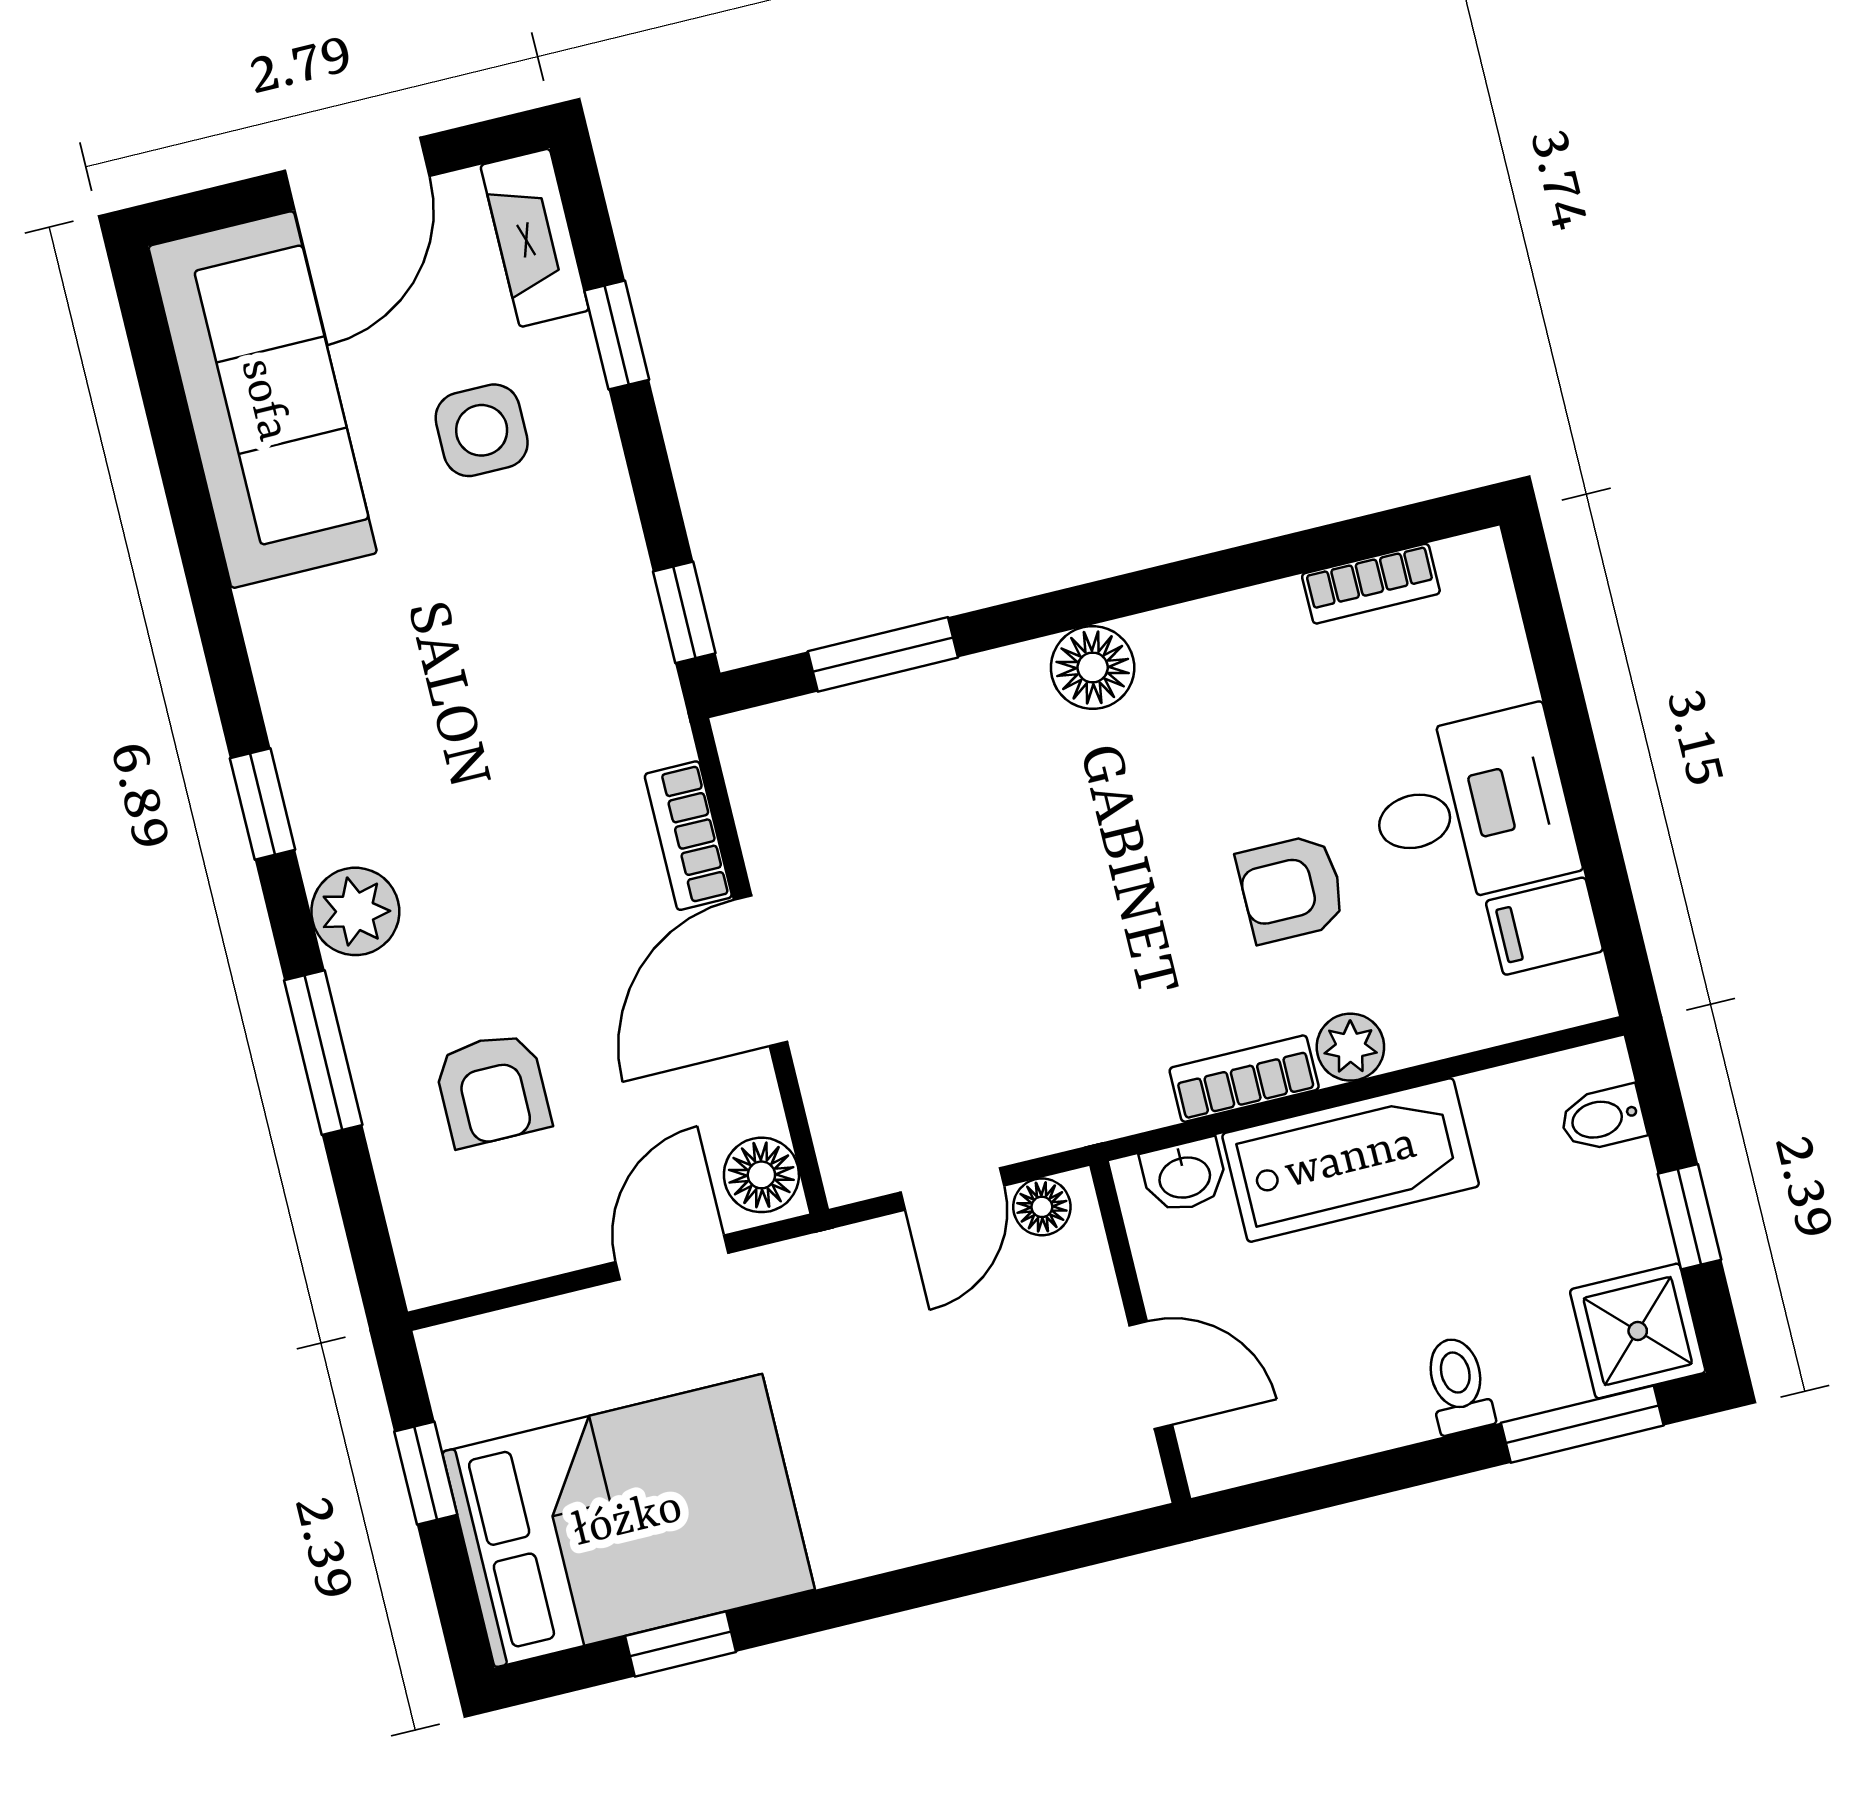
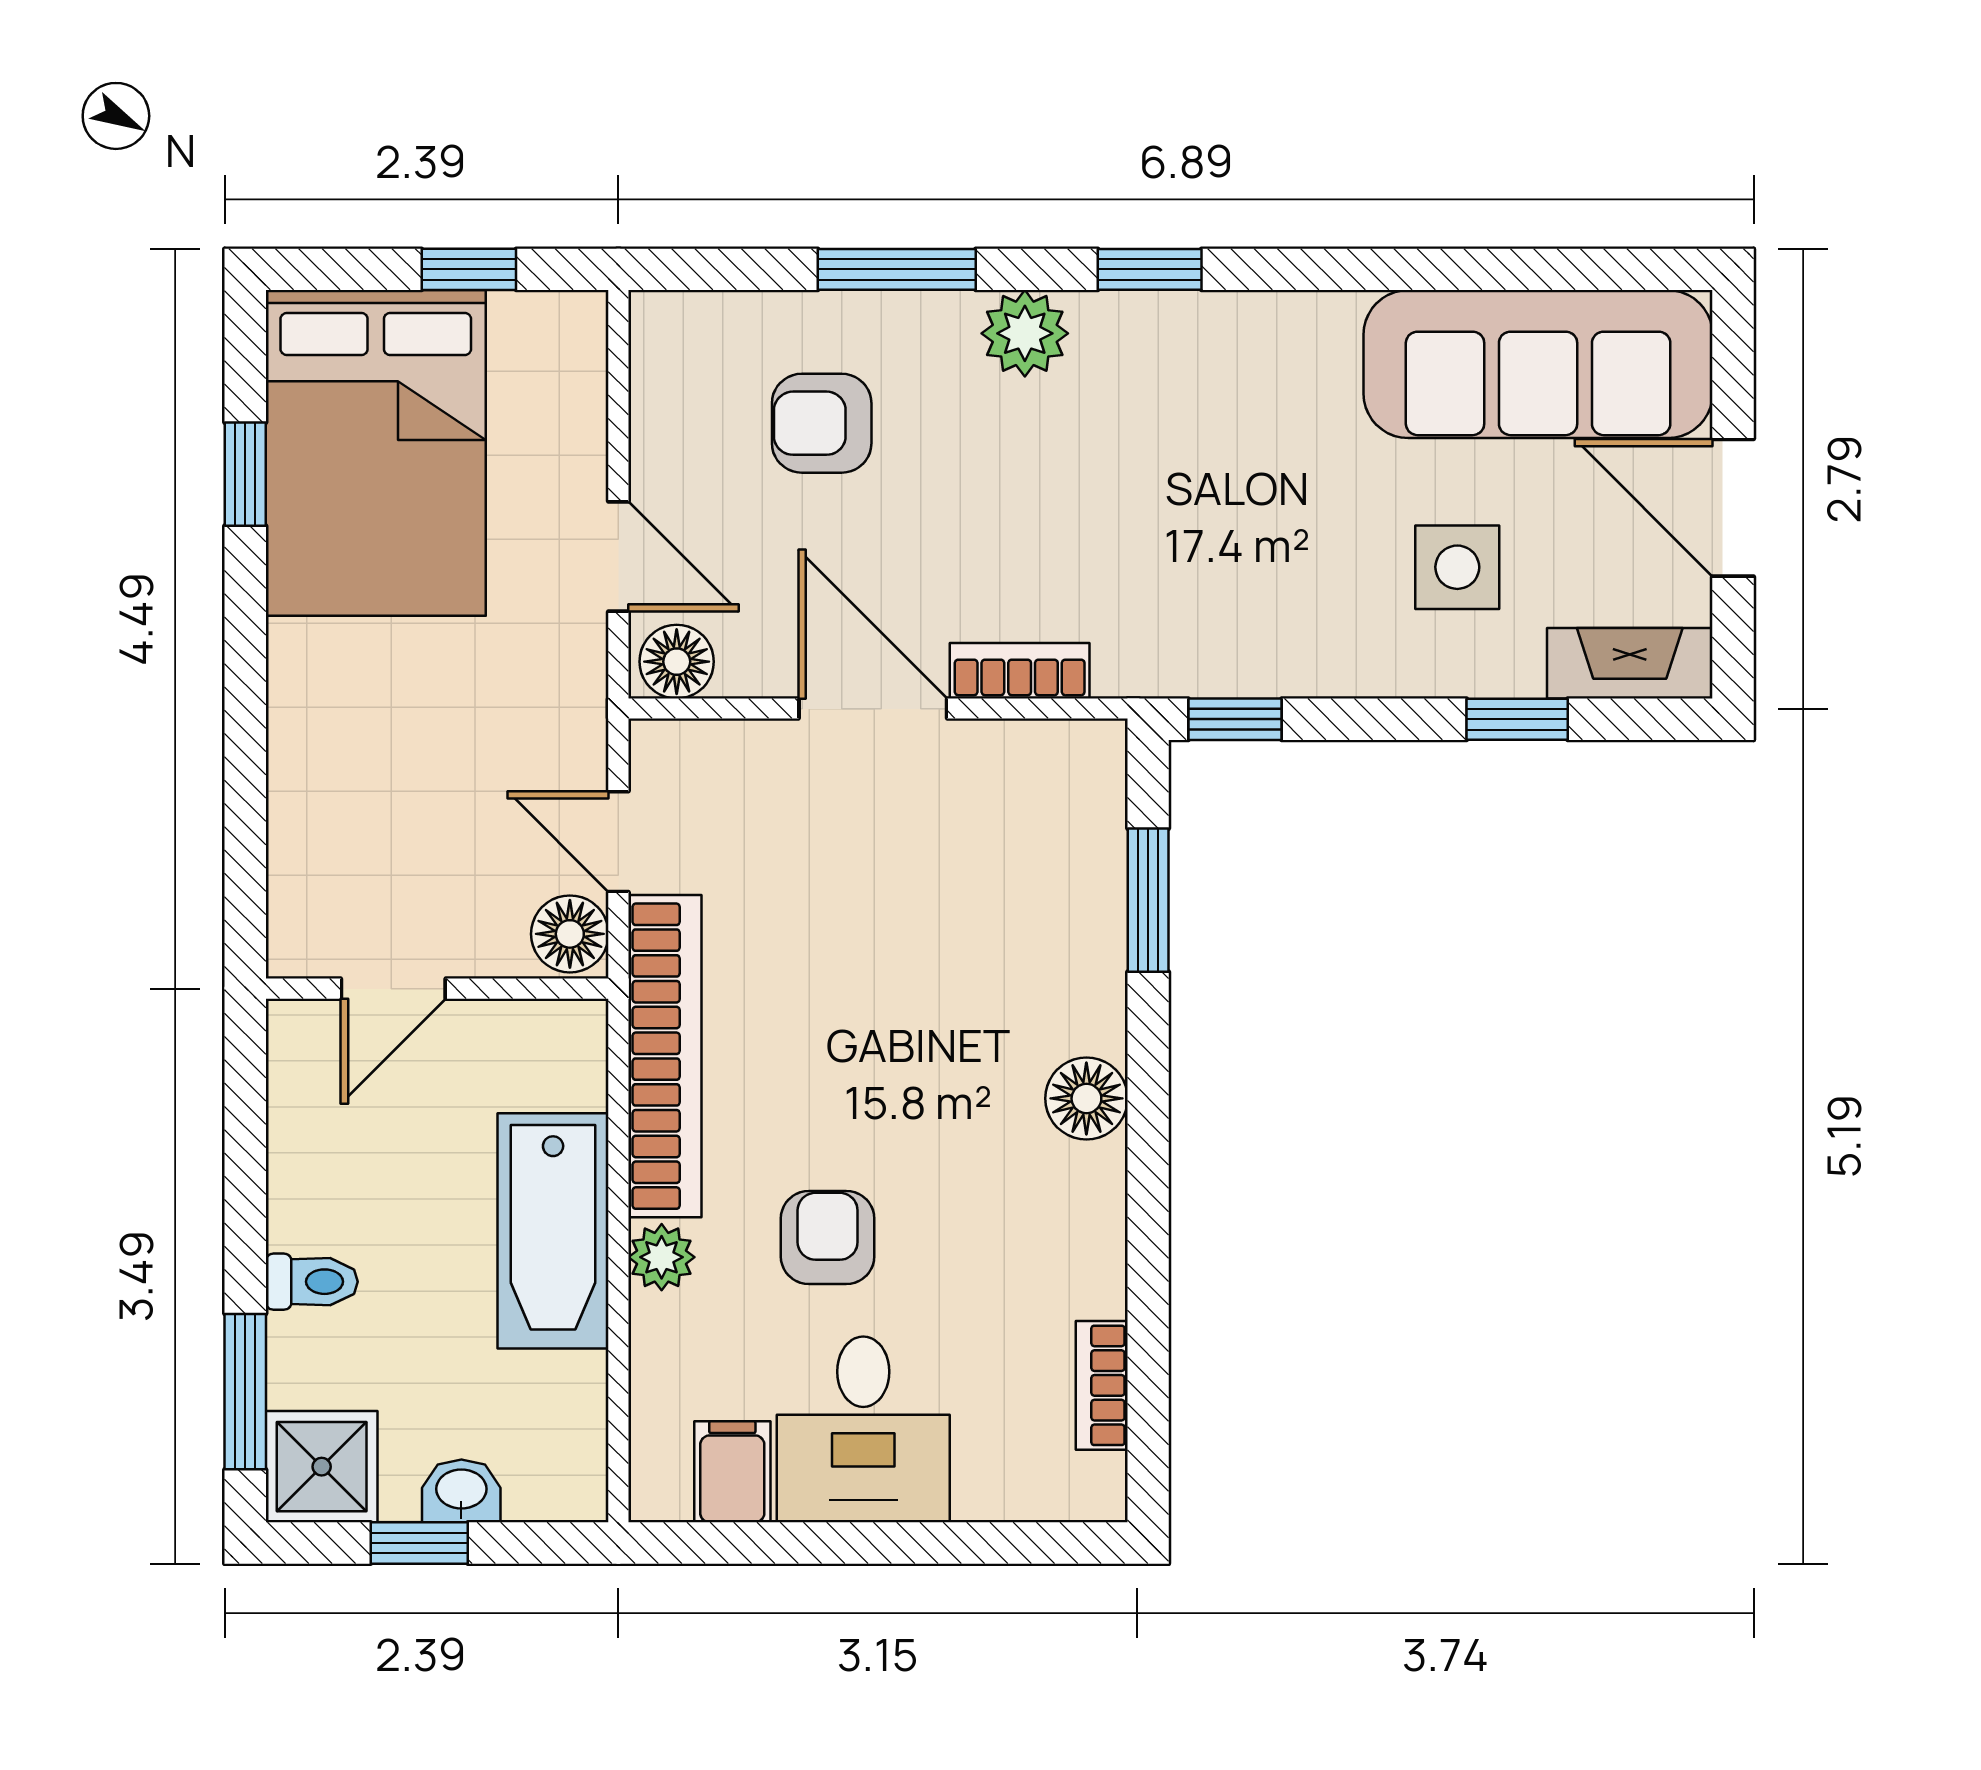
bookcase: (1244, 1079) -> (665, 1056), width x2.31, depth x1.31
bidet: (1603, 1118) -> (534, 1483), removed
washbasin: (1184, 1176) -> (461, 1491), moved, turned 90
floor lamp: (1042, 1207) -> (570, 934), width x1.37, depth x1.37

